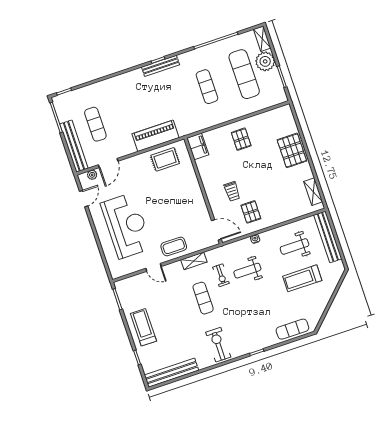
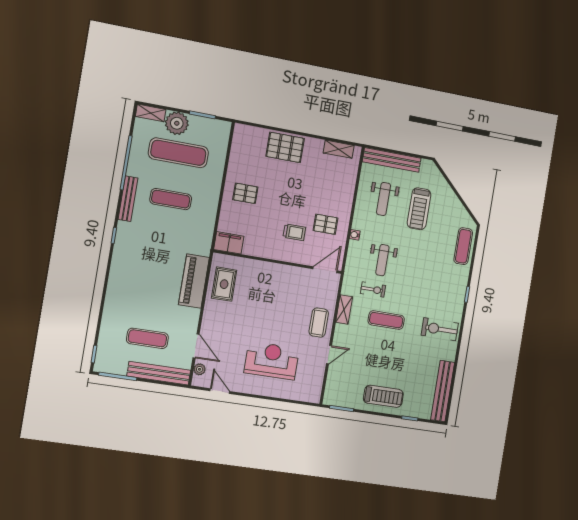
bench: (161, 66) -> (128, 199), moved
reception desk: (126, 226) -> (272, 361), width x0.74, depth x0.77
treadmill: (143, 327) -> (383, 396), turned 180

